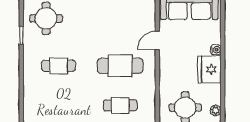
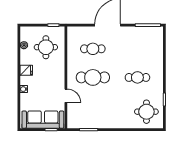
door: (157, 40) -> (66, 96), hinge flipped
fridge: (209, 69) -> (26, 70), width x0.53, depth x0.75

